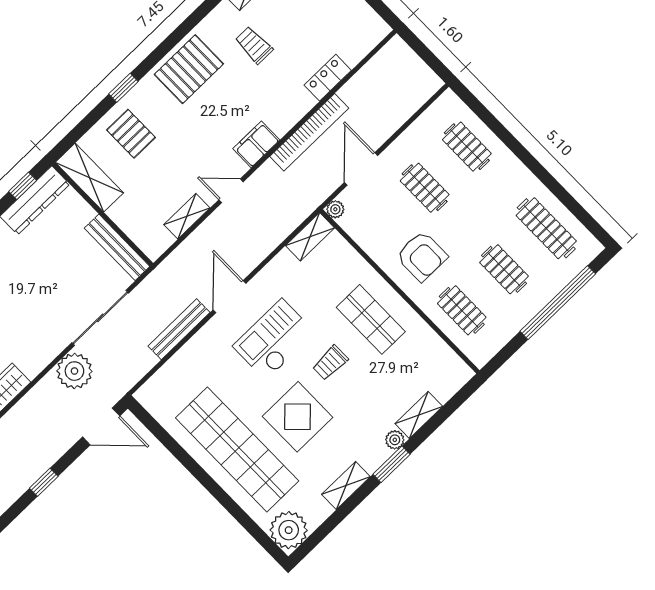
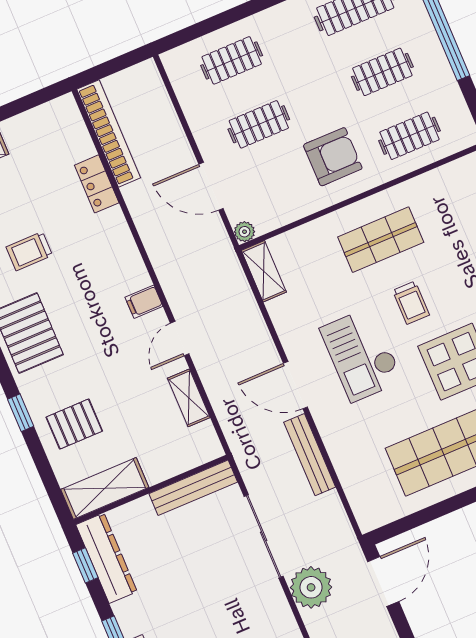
bookcase: (309, 132) -> (109, 133), moved
filing cabinet: (256, 144) -> (144, 302), width x0.50

